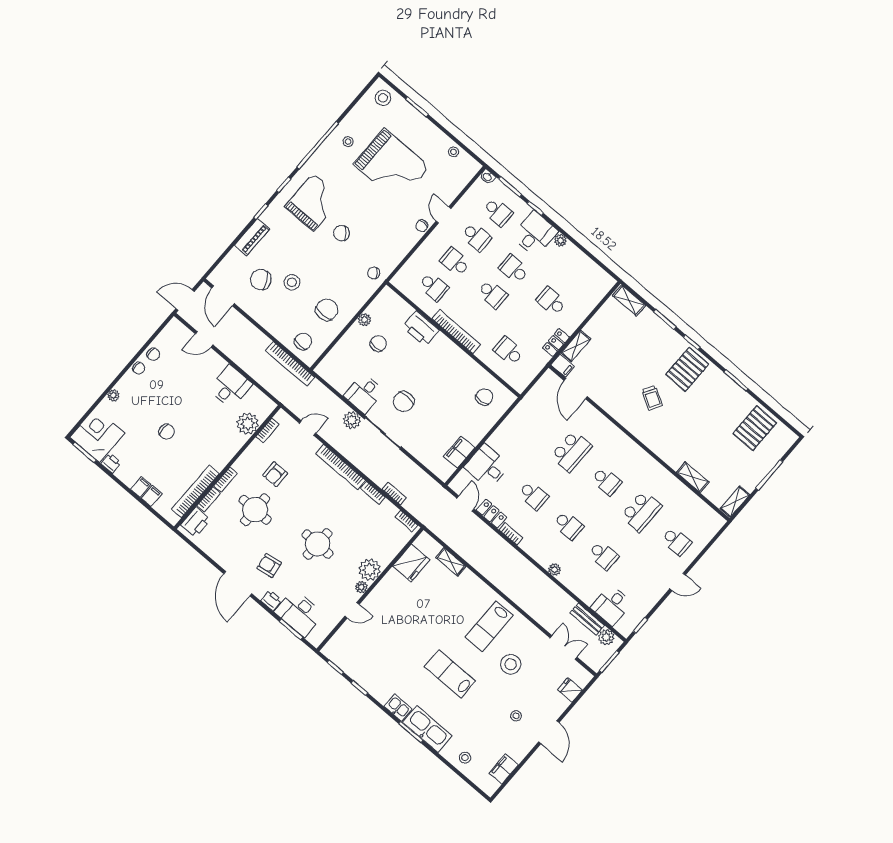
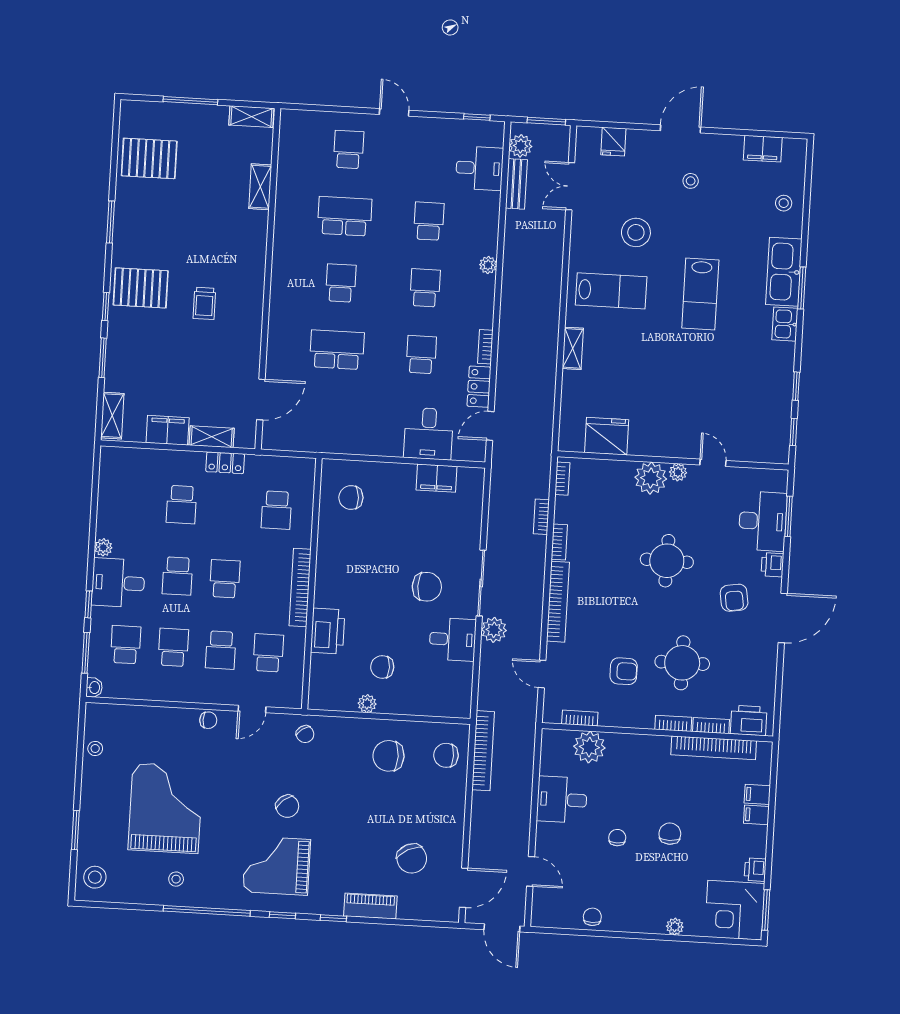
door: (444, 215) -> (252, 709), moved
stool: (292, 282) -> (387, 820), removed
filing cabinet: (563, 366) -> (168, 430), moved, width x2.00
chair: (139, 368) -> (617, 838), moved
trolley: (652, 398) -> (204, 303), turned 150
shelving: (451, 562) -> (573, 348), moved

